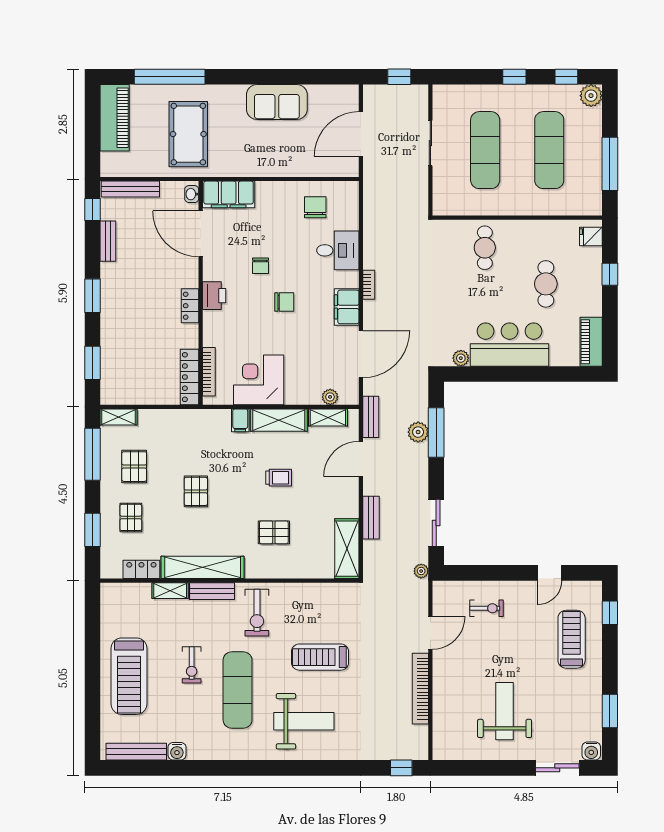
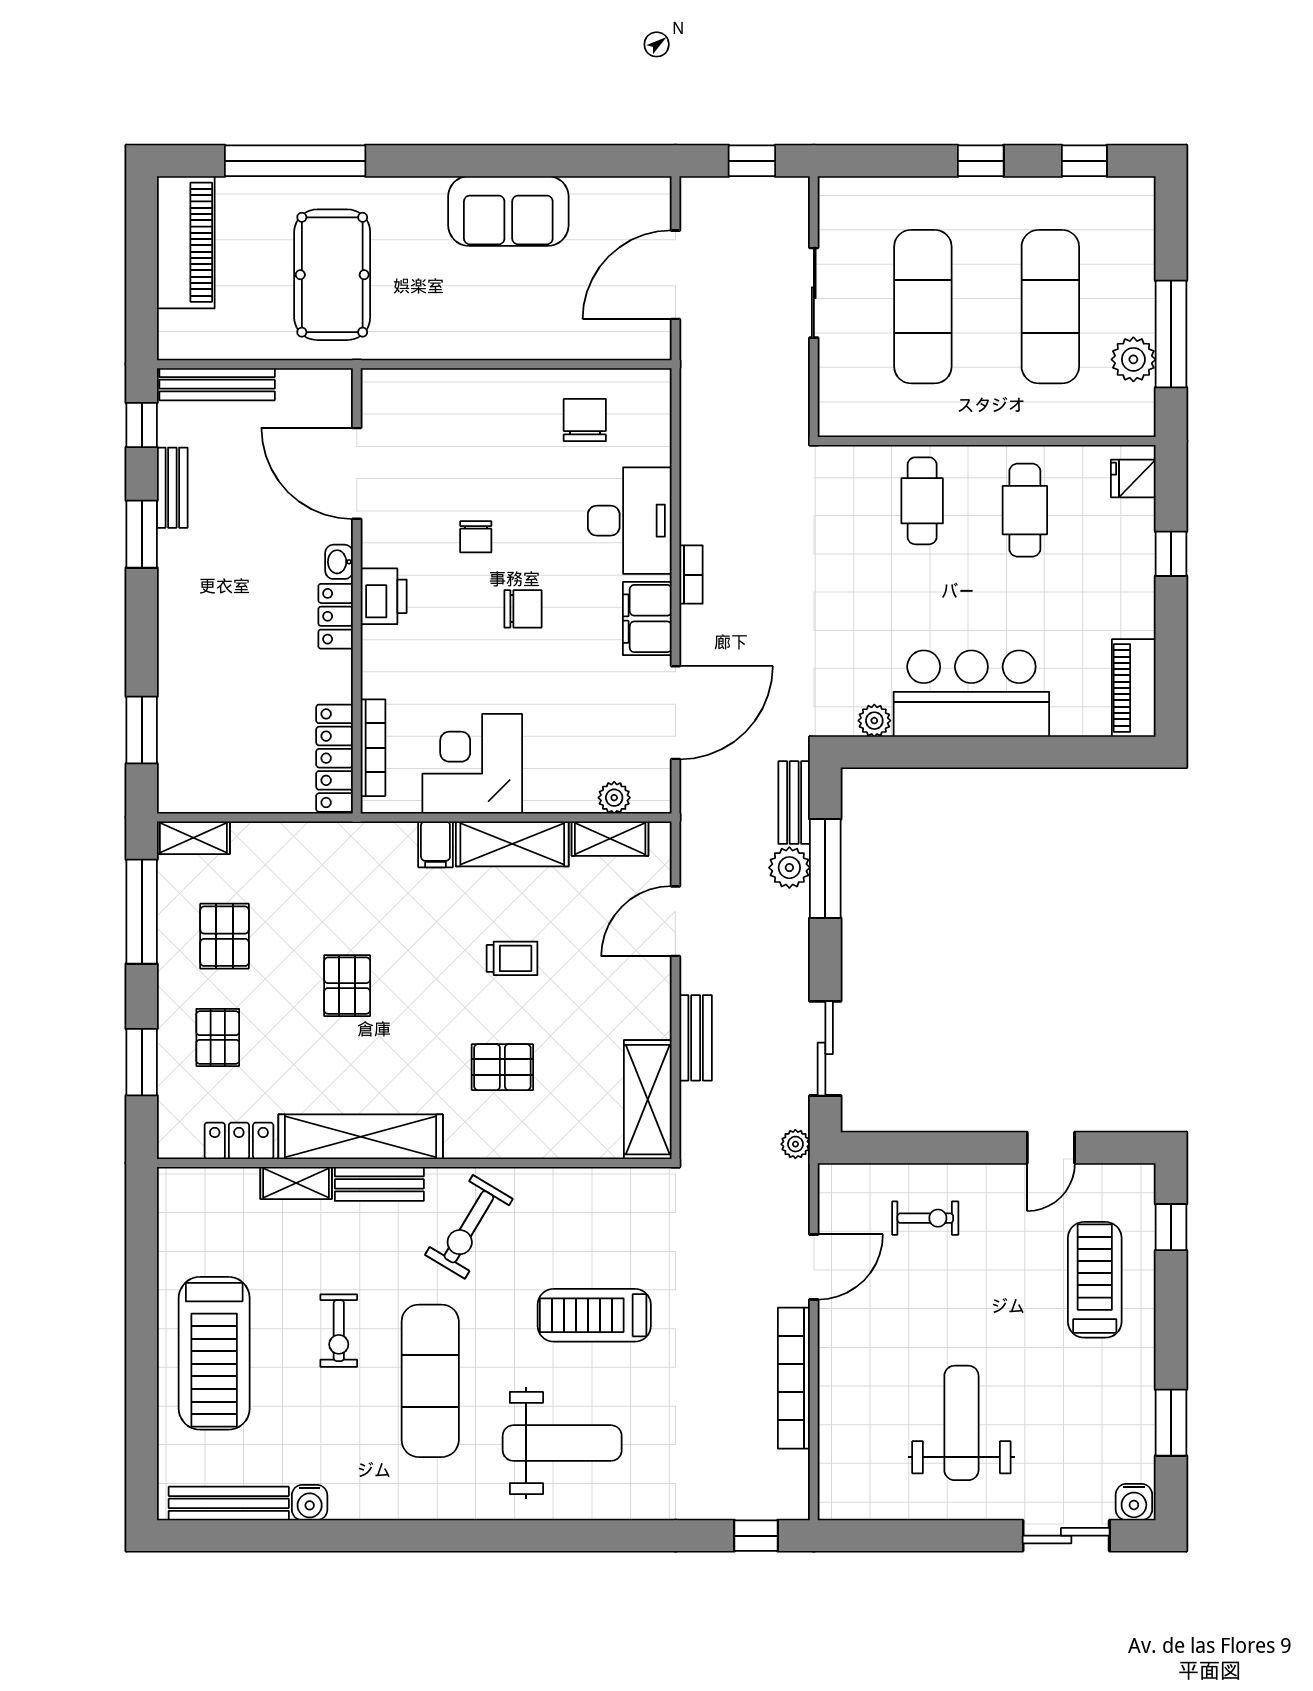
plant: (591, 96) -> (1133, 359), moved
washbasin: (192, 194) -> (339, 562), moved
filing cabinet: (229, 194) -> (412, 395), removed
desk: (338, 250) -> (630, 521), width x1.37
cafe table: (546, 284) -> (1025, 510), moved
window: (93, 296) -> (142, 534), moved
bench: (371, 417) -> (794, 803), moved
exercise bike: (257, 613) -> (469, 1227), turned 31

